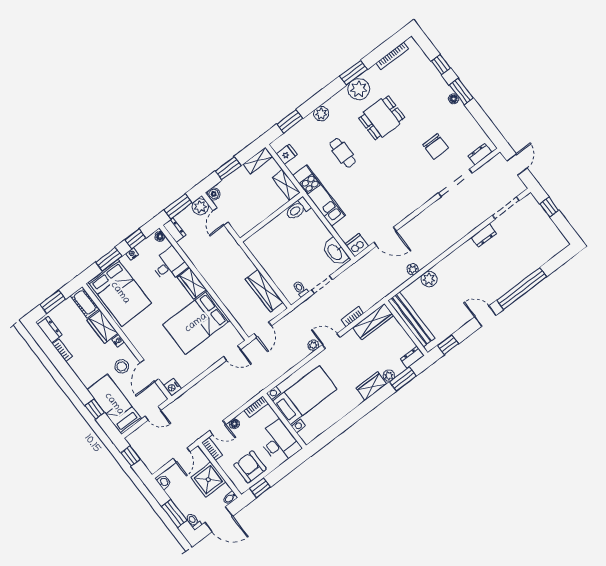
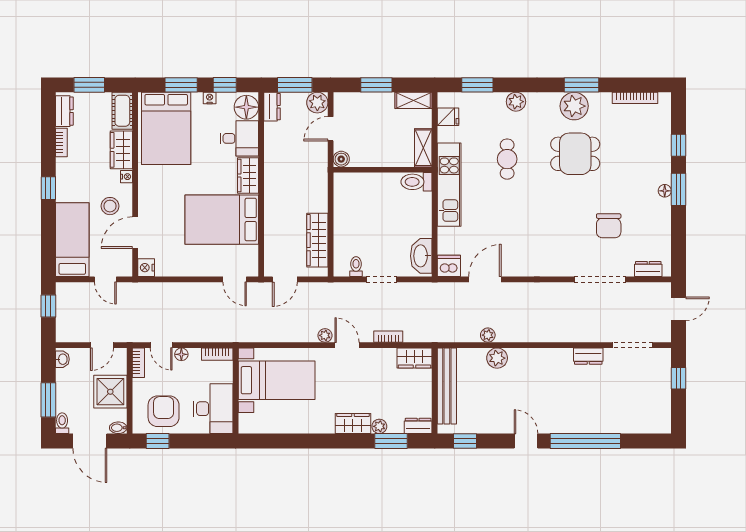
boiler: (214, 194) -> (341, 159), moved
floor lamp: (160, 236) -> (246, 107), width x1.89, depth x1.89
door: (385, 237) -> (485, 279), swing flipped
wardrobe: (373, 321) -> (414, 358), width x0.67
window: (95, 409) -> (48, 188), moved

